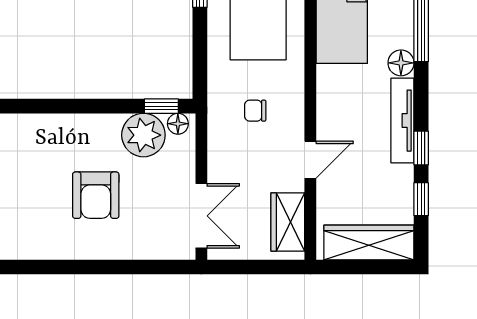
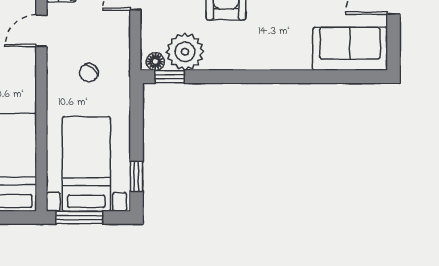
chair: (255, 111) -> (89, 73), turned 131

